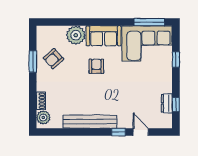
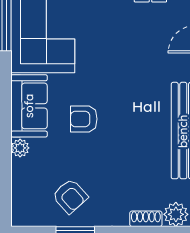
plant: (76, 35) -> (20, 148), width x0.53, depth x0.53

